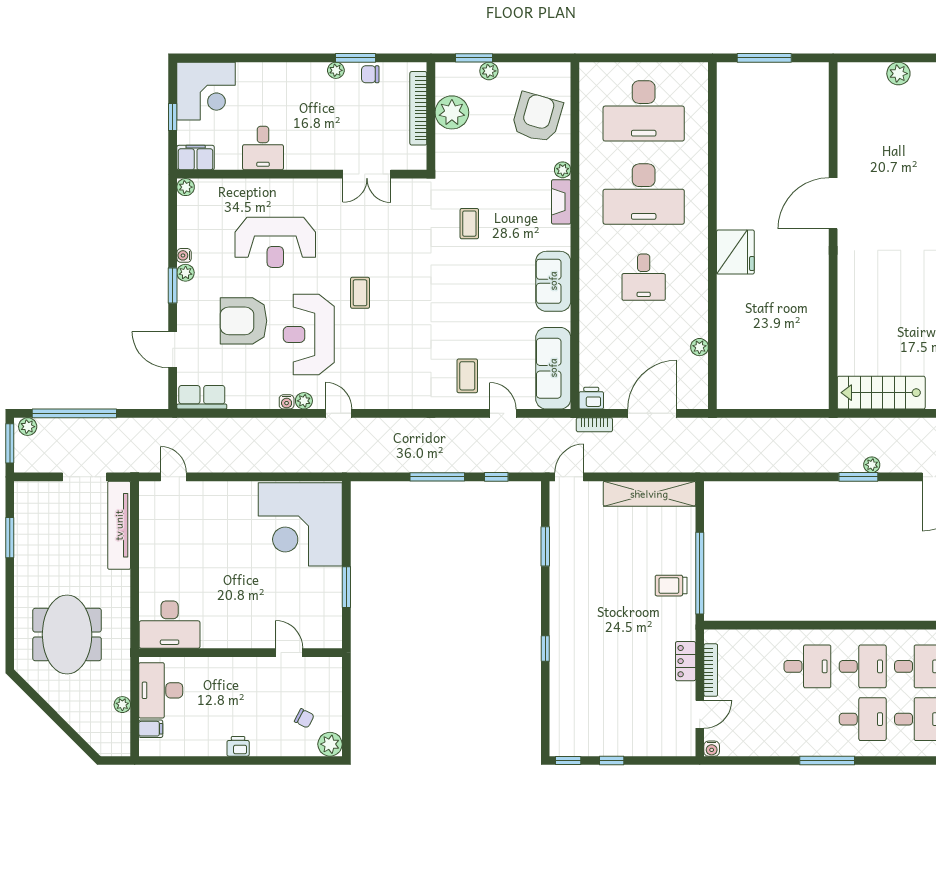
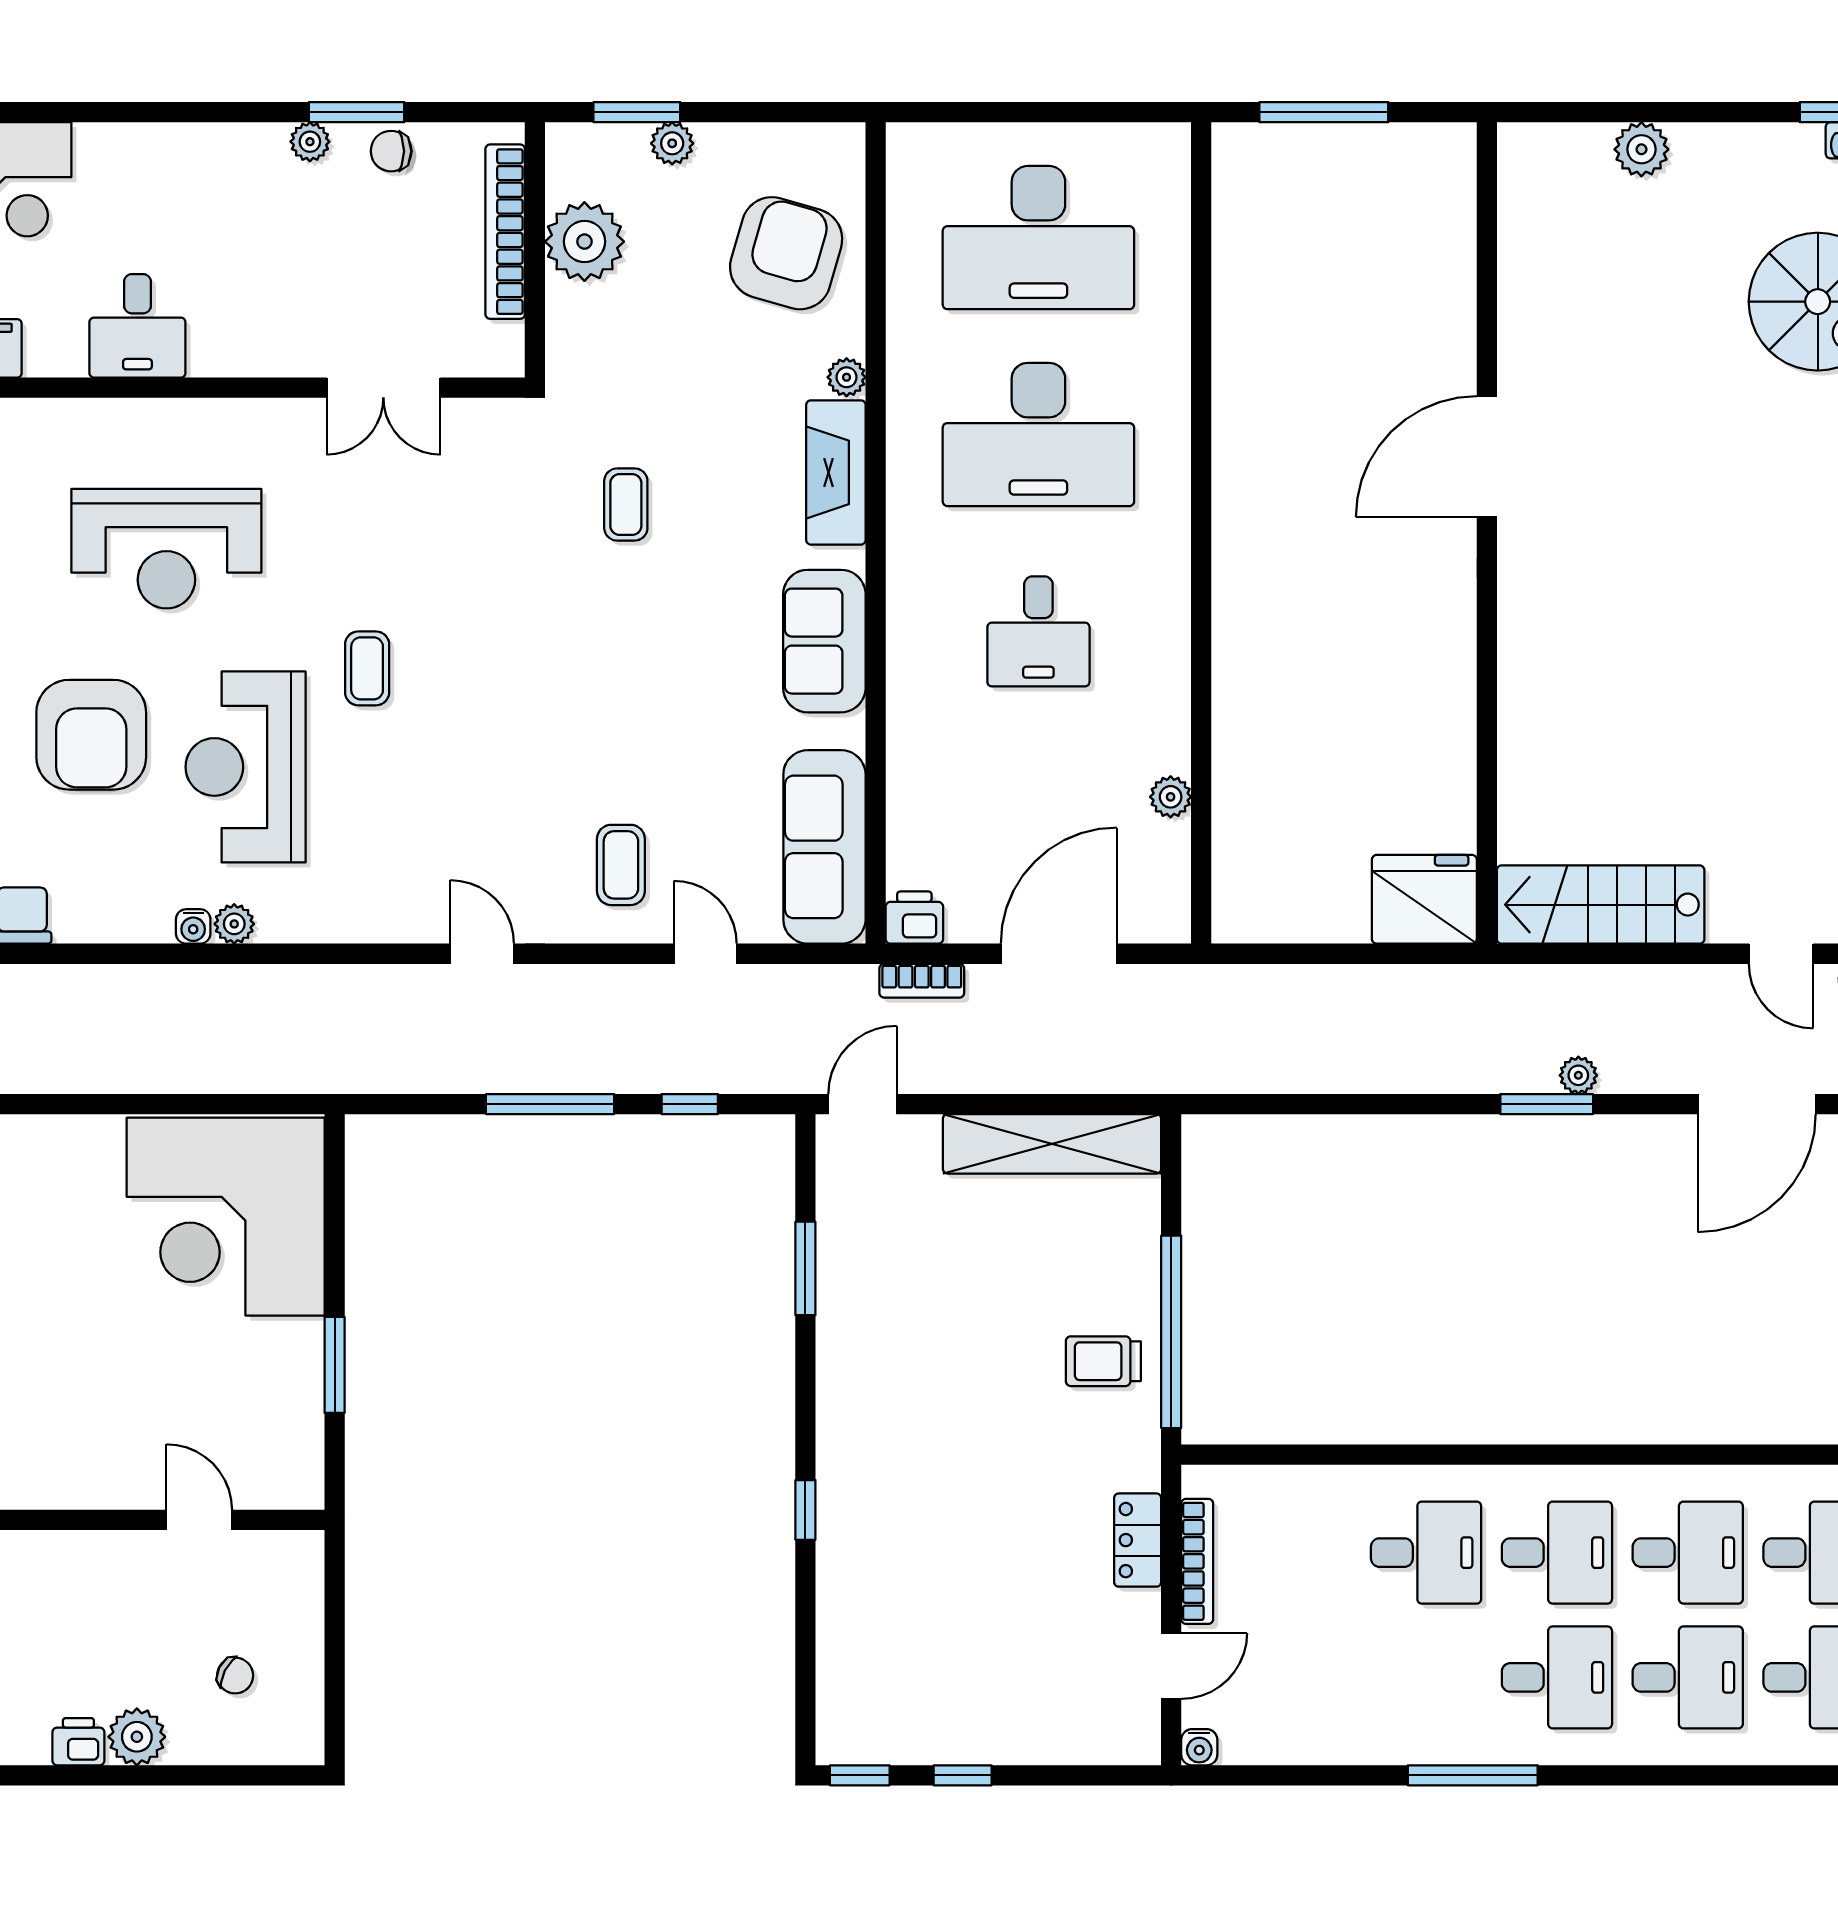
fireplace: (561, 202) -> (836, 472), width x1.37, depth x1.32
fridge: (735, 252) -> (1424, 899), moved, turned -90
armchair: (243, 321) -> (91, 735), turned -90
door: (339, 413) -> (482, 954), moved
plant: (330, 744) -> (137, 1737), moved

